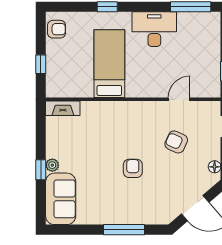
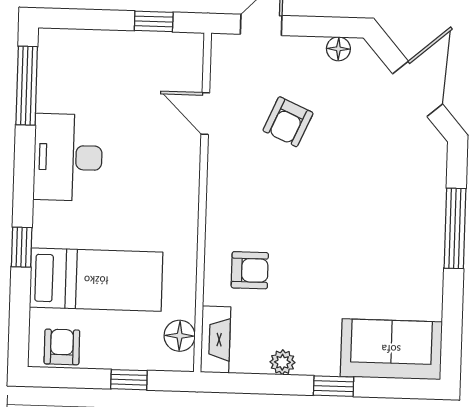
bed: (109, 64) -> (96, 280), moved, turned 180
floor lamp: (64, 90) -> (180, 336), added
plant: (52, 165) -> (282, 362), moved
armchair: (133, 168) -> (250, 270), moved, turned 180

